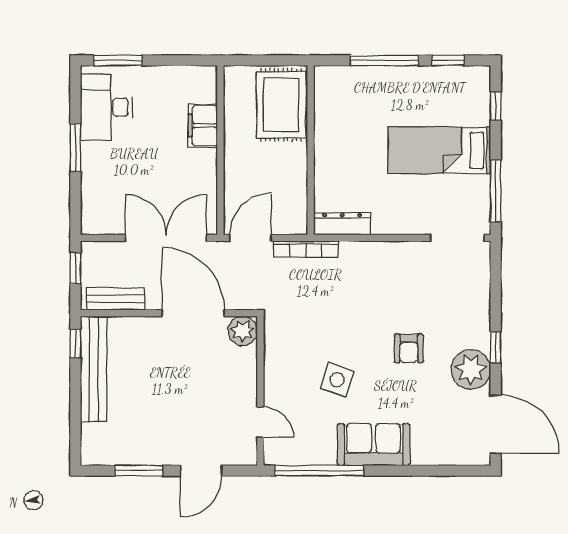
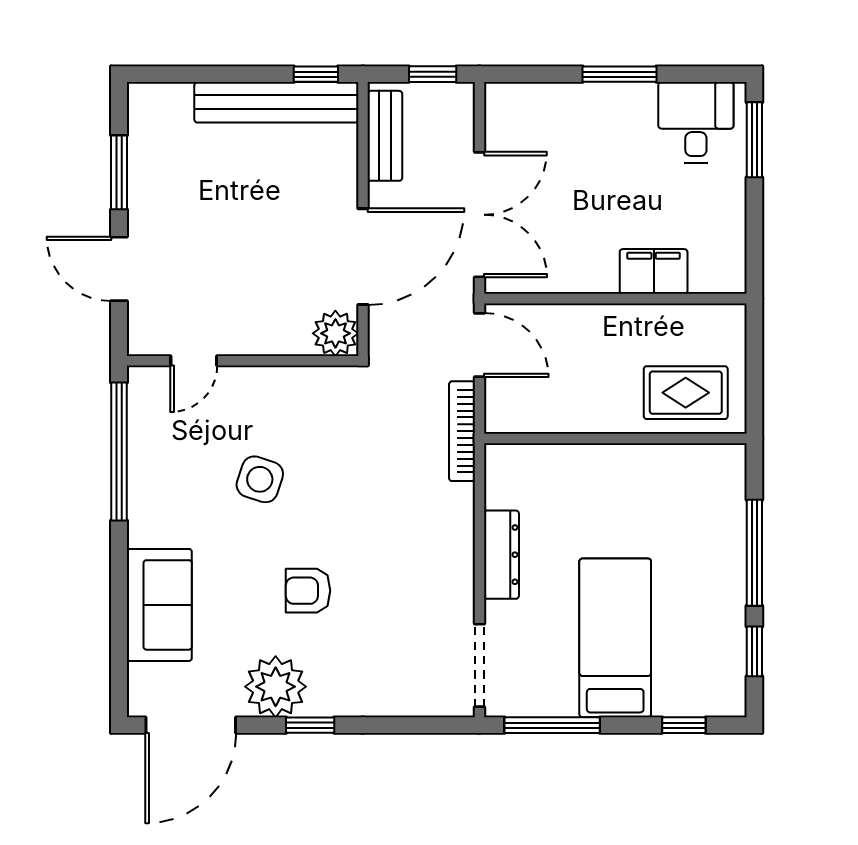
rug: (281, 105) -> (686, 393), width x0.73, depth x0.70
desk: (107, 107) -> (696, 122), width x0.73
dresser: (342, 224) -> (501, 555), moved
sofa: (374, 445) -> (159, 605), moved

